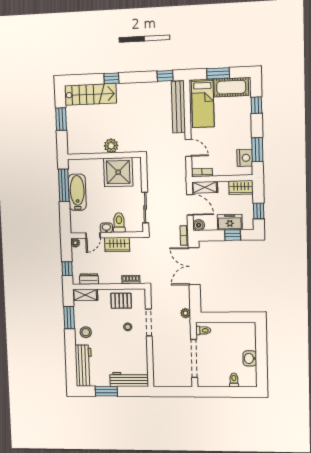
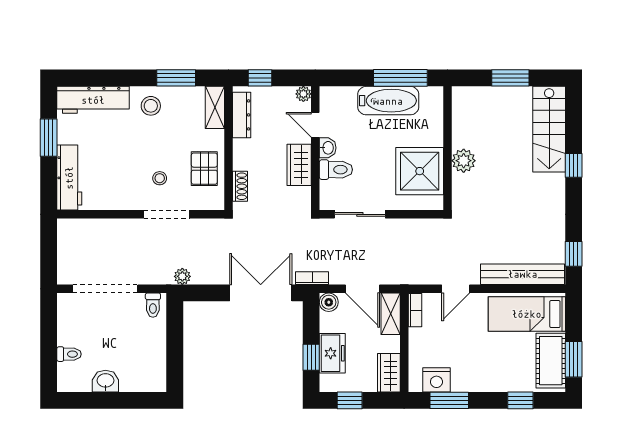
window: (218, 73) -> (574, 359), moved
door: (190, 205) -> (362, 289), hinge flipped
dresser: (89, 279) -> (242, 115), width x1.44

